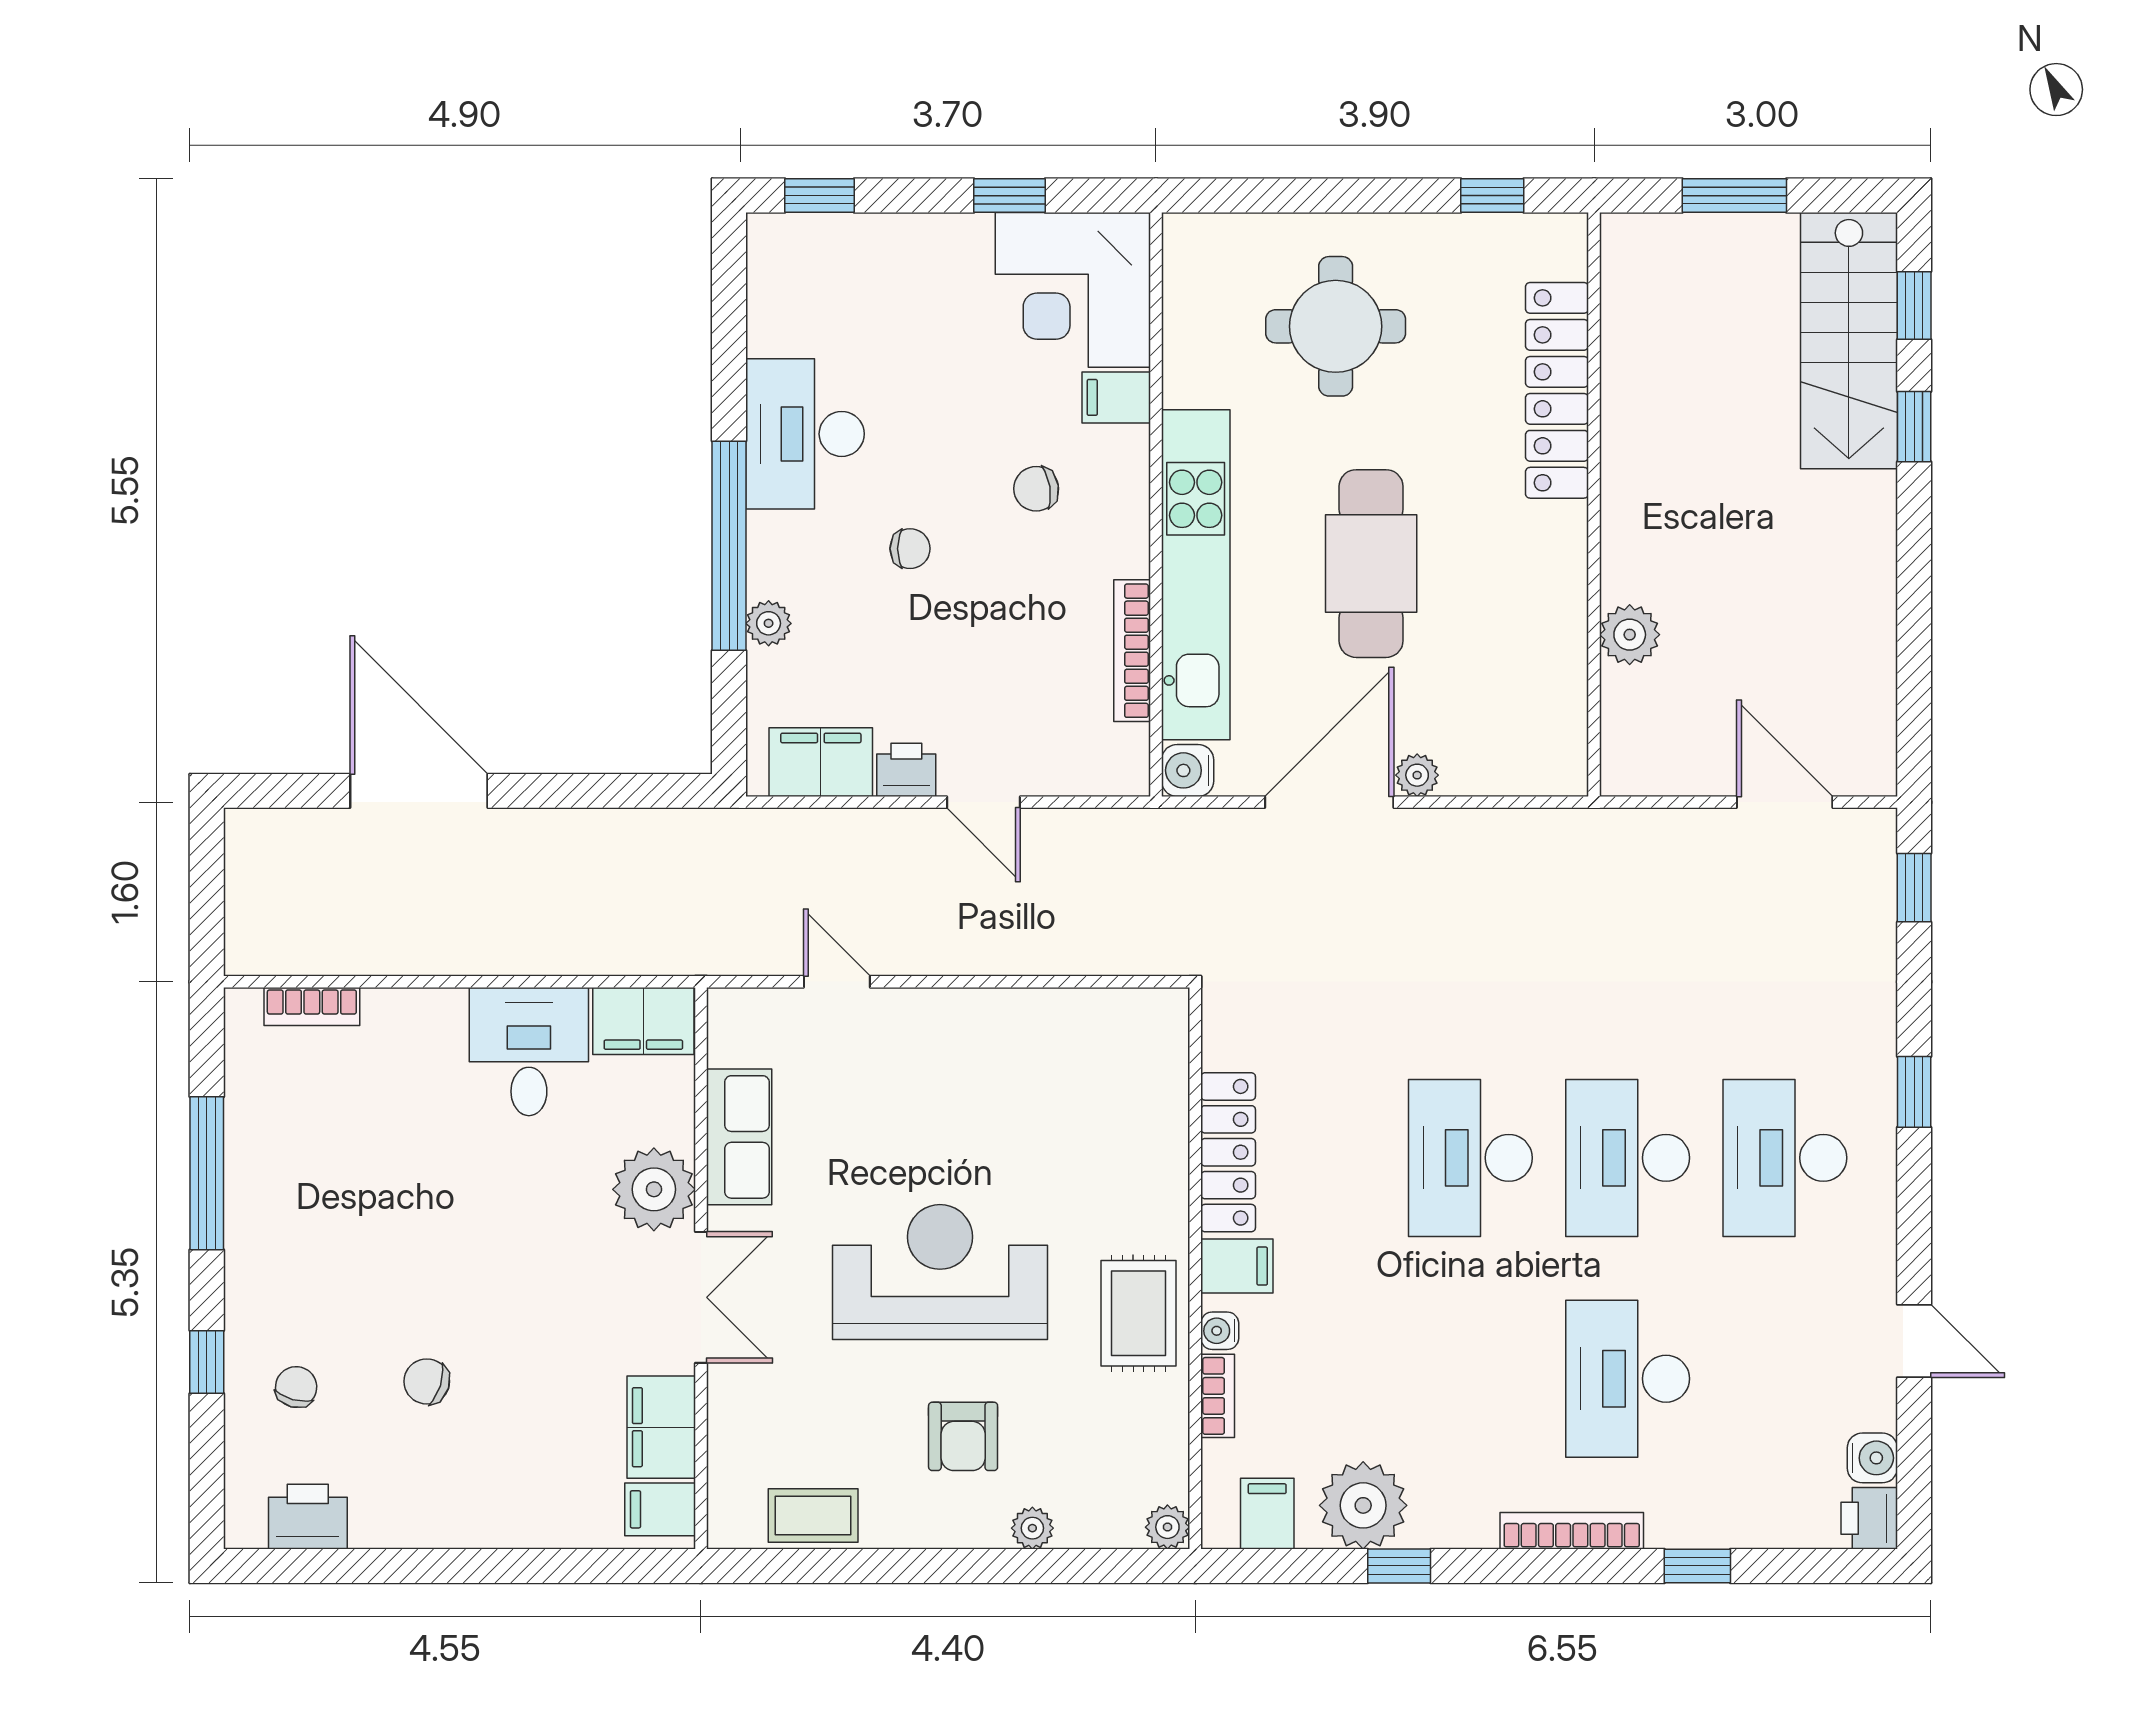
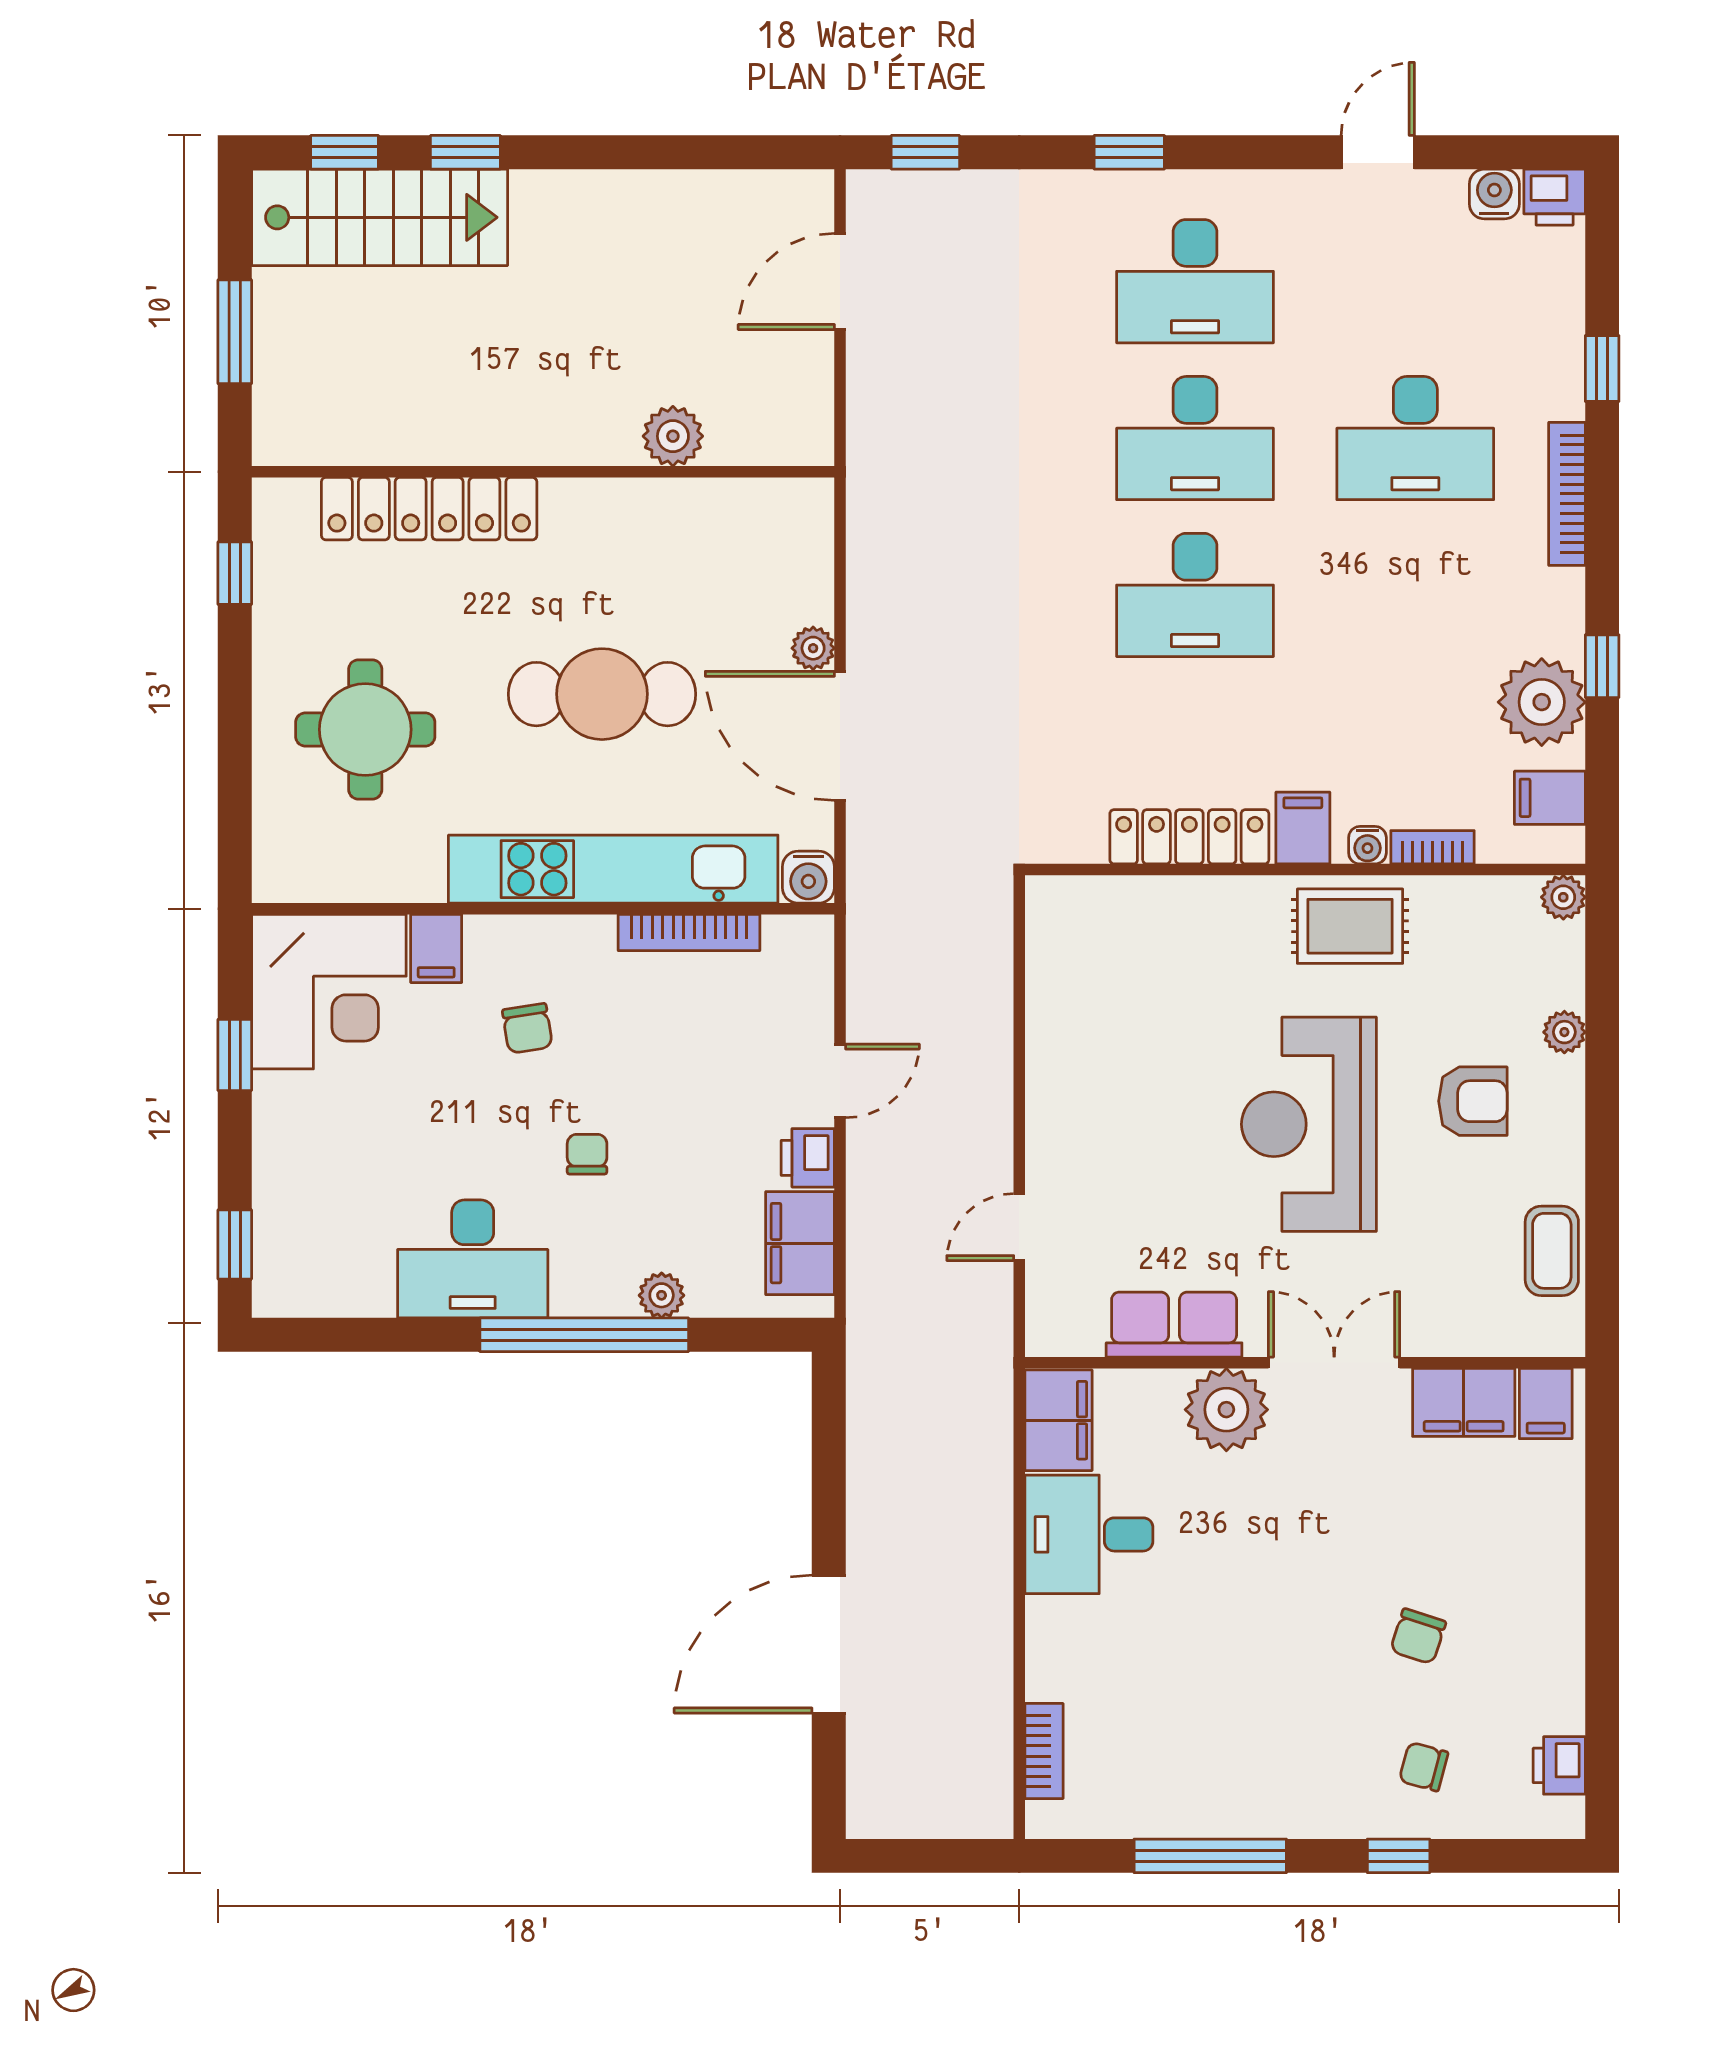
printer: (308, 1517) -> (1559, 1765), width x0.73, depth x0.81

